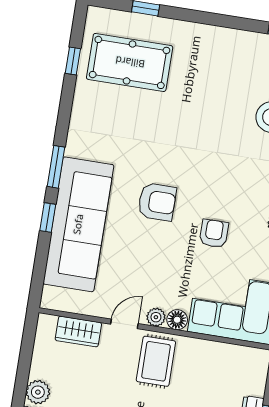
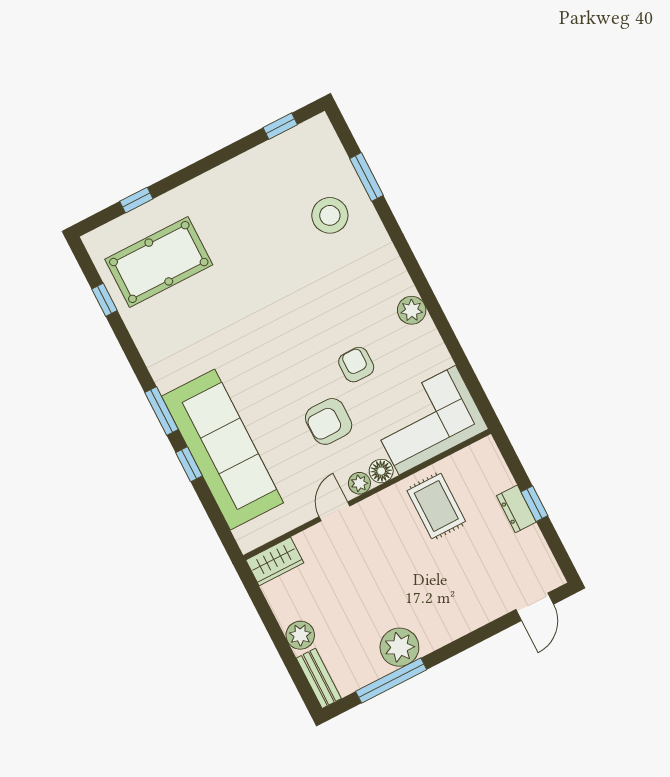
armchair: (157, 202) -> (329, 421), moved, turned 180
wardrobe: (78, 332) -> (275, 561), moved
rug: (156, 361) -> (436, 506), moved

